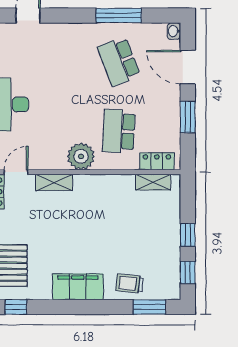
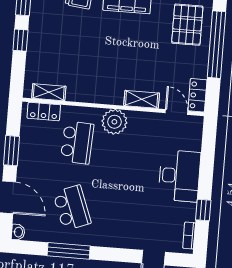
door: (16, 172) -> (176, 112), swing flipped

